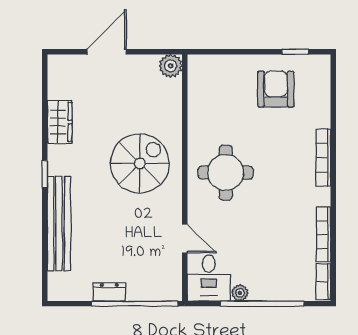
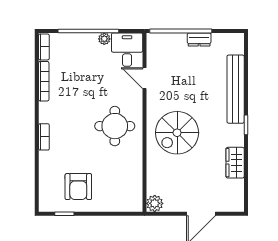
bookcase: (323, 158) -> (44, 137), width x0.64

